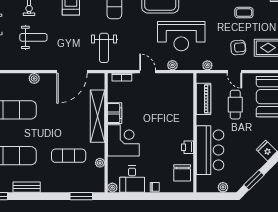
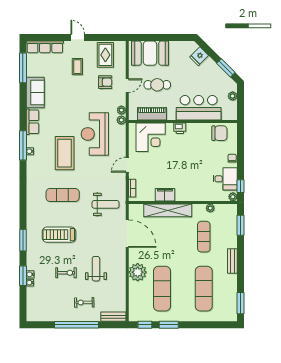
coffee table: (244, 13) -> (77, 67), moved
reception desk: (181, 36) -> (95, 134), turned 180
armchair: (238, 48) -> (105, 82), turned 95
plant: (172, 65) -> (121, 120), moved
plant: (34, 78) -> (138, 272), width x1.88, depth x1.88
corner desk: (123, 140) -> (151, 137), moved, turned 180
printer: (188, 147) -> (180, 128), moved
bench: (27, 187) -> (232, 261), moved
window: (124, 196) -> (241, 186), added

